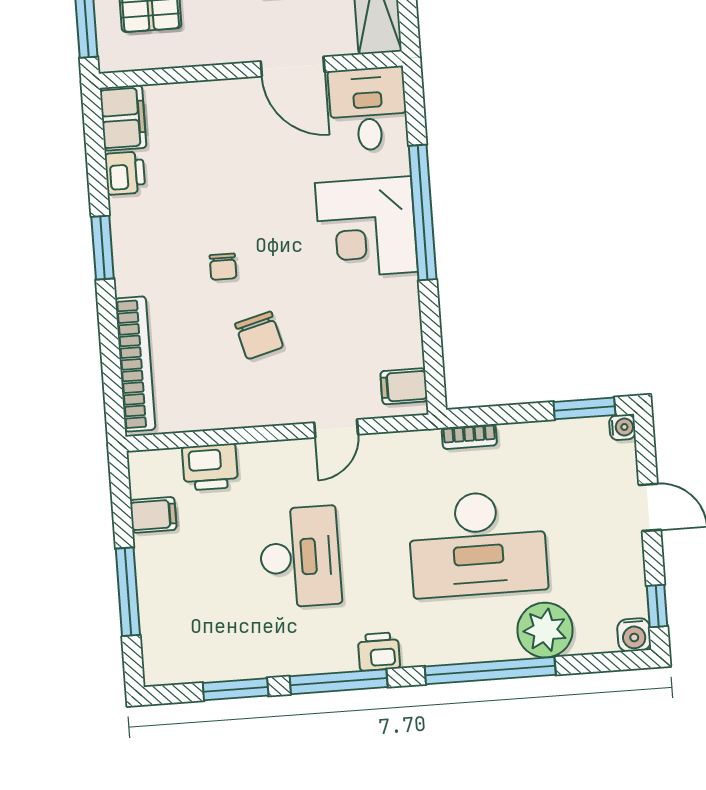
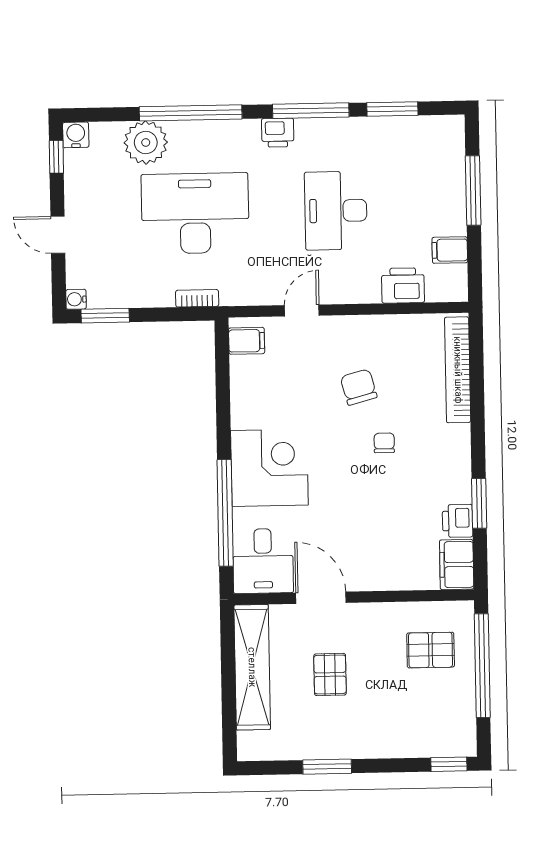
window: (423, 213) -> (225, 513), moved
window: (103, 248) -> (479, 503), moved

